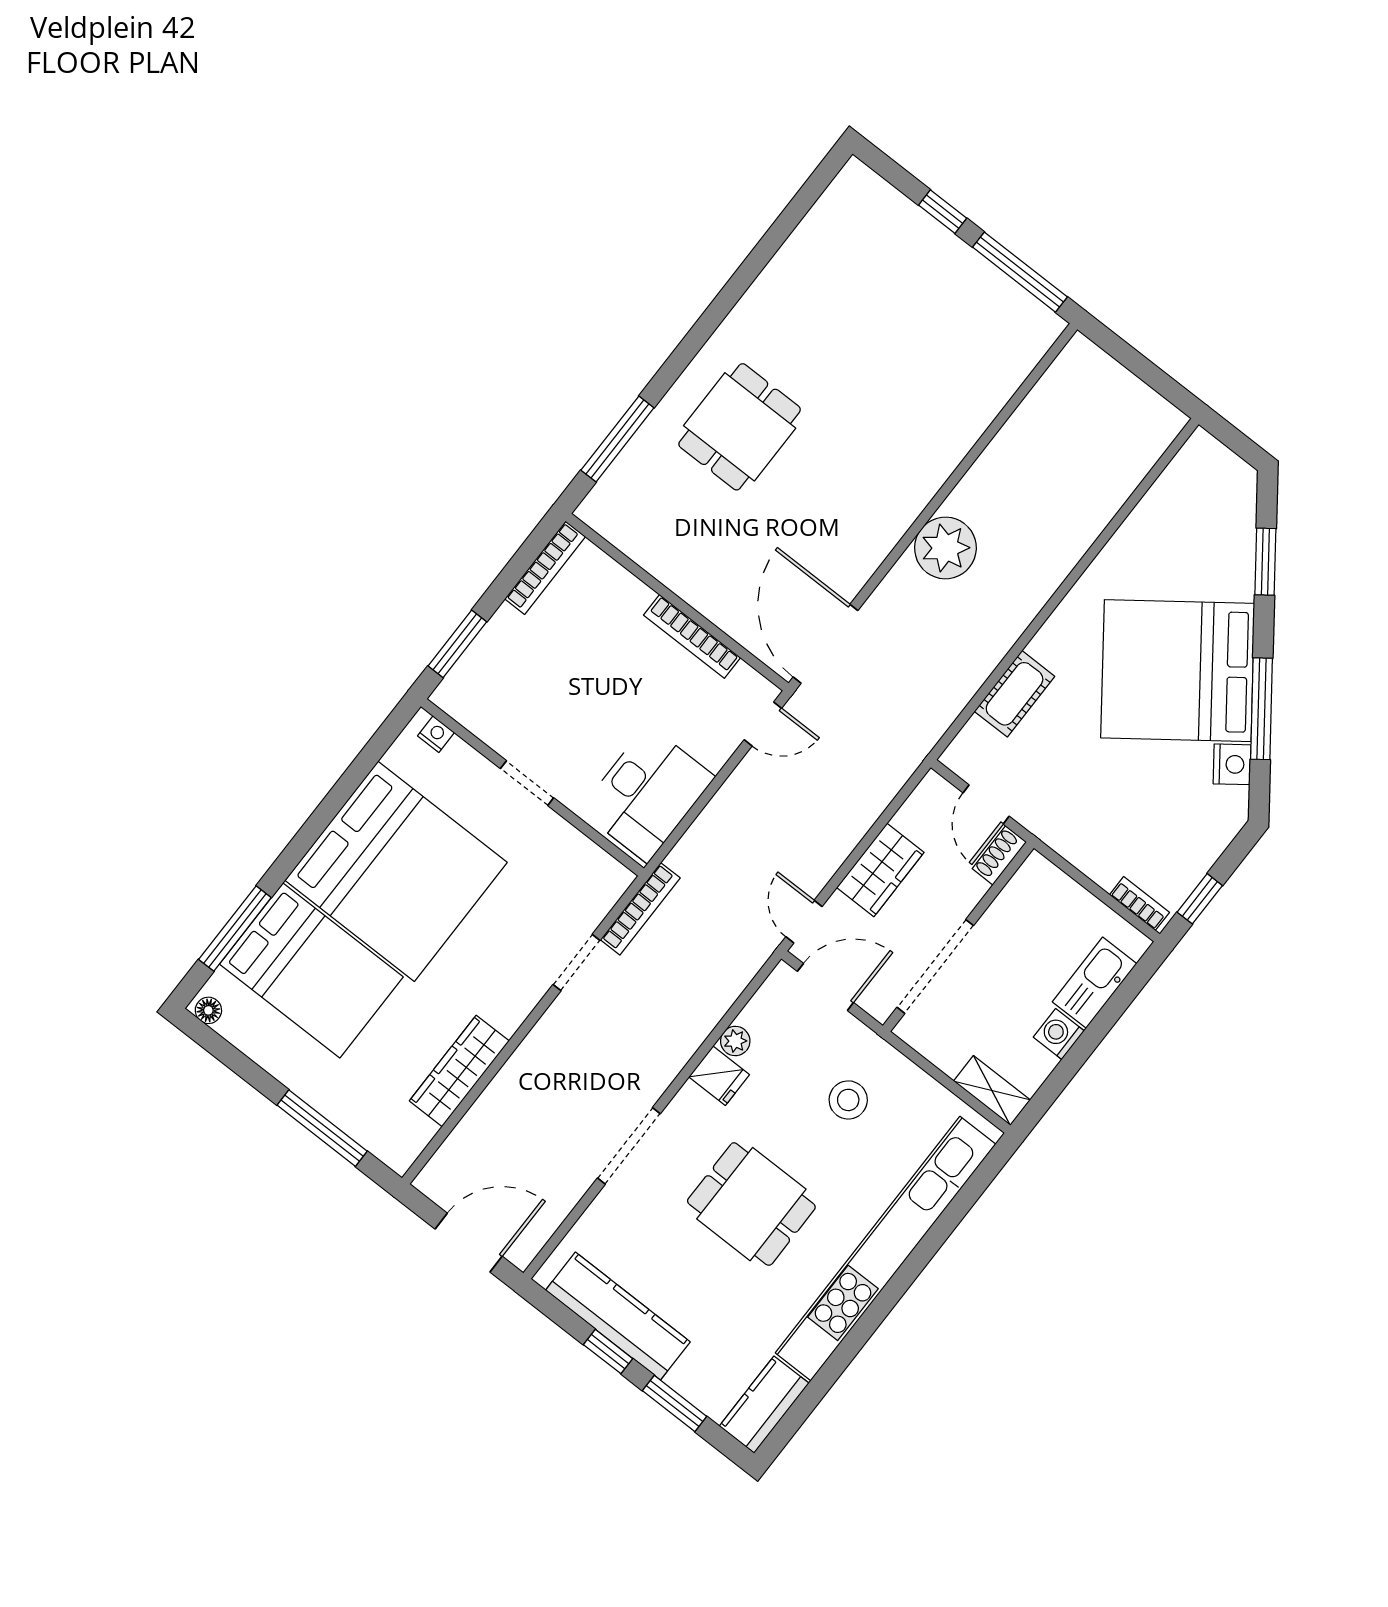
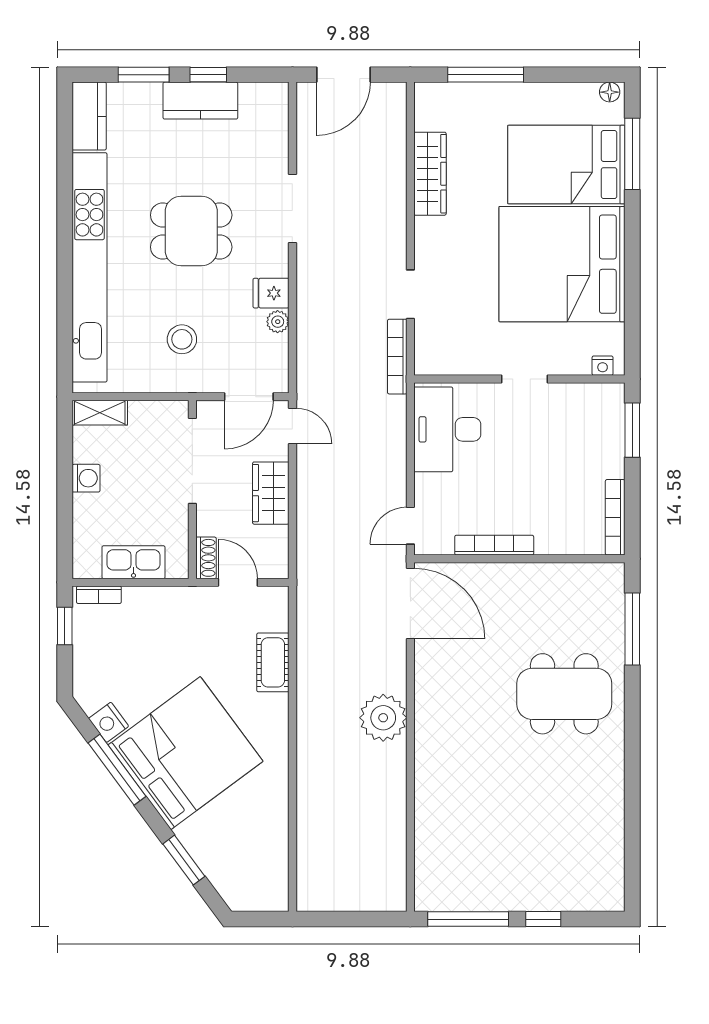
dining table: (740, 427) -> (564, 694), width x1.38
kitchen sink: (1095, 983) -> (133, 562), moved, turned -90
kitchen counter: (618, 1316) -> (200, 101), width x0.67

